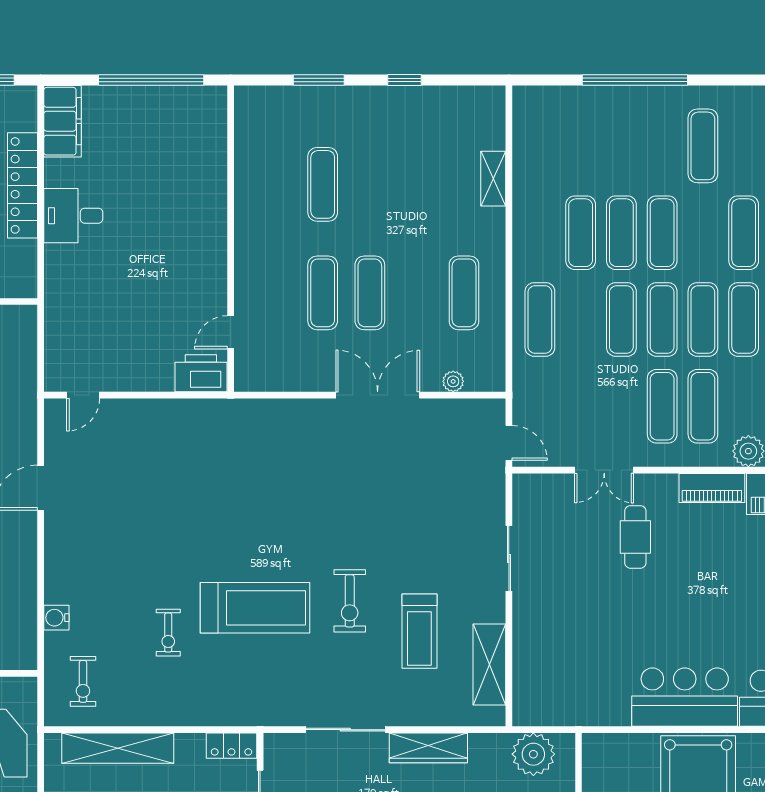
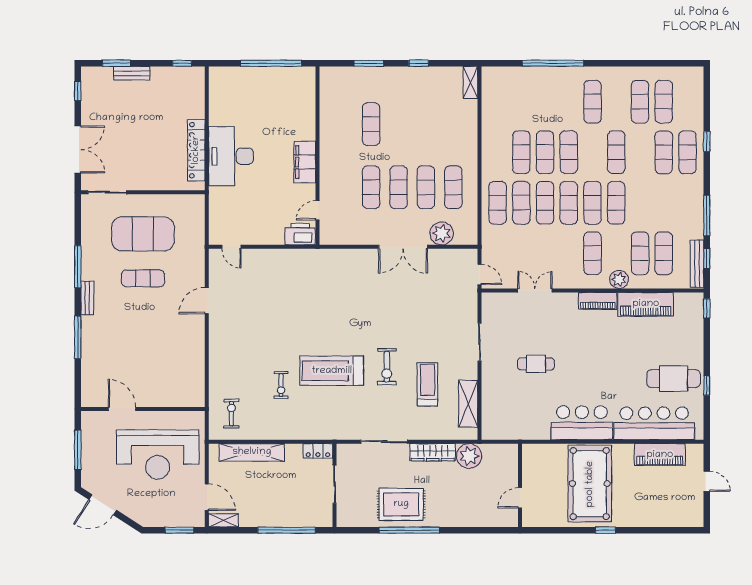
filing cabinet: (63, 121) -> (305, 162), moved, turned 180
shelving: (493, 179) -> (470, 82), moved
locker: (23, 185) -> (196, 150), moved
desk: (73, 216) -> (231, 156), width x1.87, depth x1.30
exercise mat: (417, 293) -> (426, 187), added
plant: (453, 381) -> (442, 233), width x1.87, depth x1.87
door: (83, 395) -> (231, 247), hinge flipped
double door: (378, 395) -> (403, 247), swing flipped
exercise mat: (662, 406) -> (521, 203), moved
double door: (604, 470) -> (535, 290), swing flipped
cafe table: (635, 537) -> (536, 364), moved, turned 90
treadmill: (255, 608) -> (332, 371), turned 180
water cooler: (56, 618) -> (216, 376), removed
treadmill: (419, 631) -> (427, 384), turned 180
exercise bike: (83, 681) -> (231, 414), turned 180
plant: (533, 754) -> (469, 456), moved

